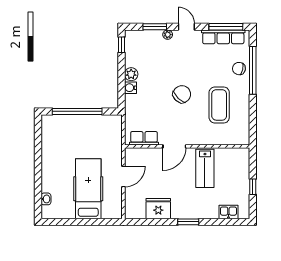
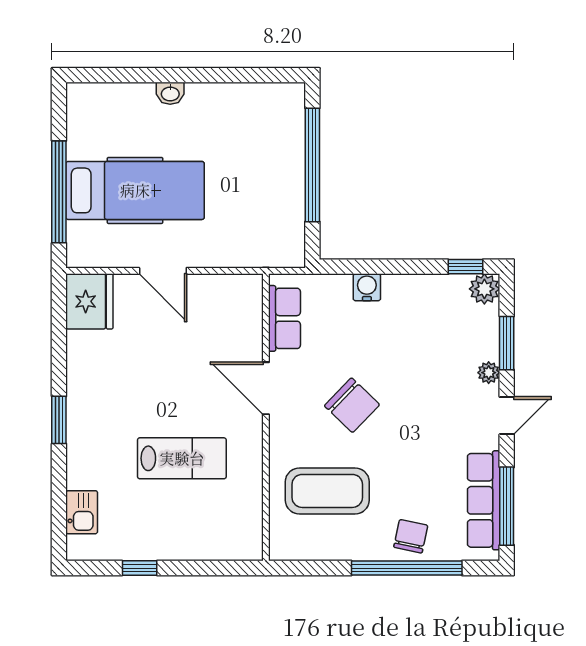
plant: (131, 74) -> (484, 289), moved
row of seats: (144, 138) -> (285, 318), moved
door: (174, 146) -> (266, 388), moved
wall: (187, 146) -> (266, 417), moved
lab bench: (205, 168) -> (182, 458), turned 180
washbasin: (46, 199) -> (170, 93), moved
fridge: (158, 209) -> (89, 301), moved
window: (89, 222) -> (59, 192), added

